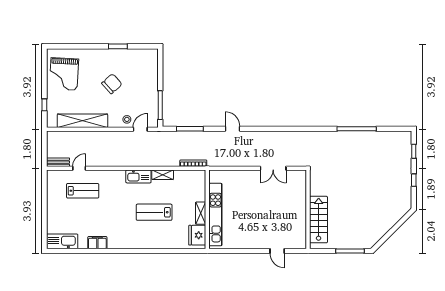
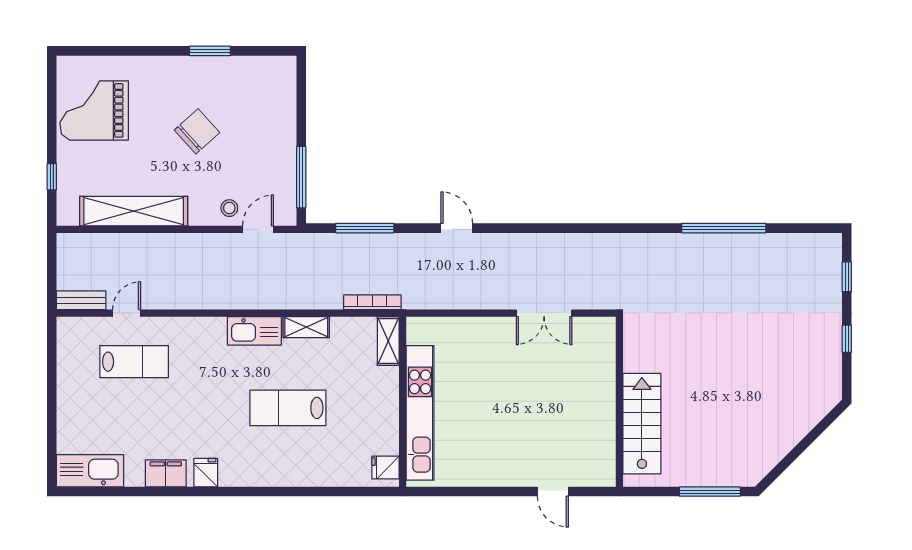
grand piano: (64, 74) -> (94, 110), turned 87
shelving: (201, 213) -> (388, 341), moved
fridge: (197, 235) -> (386, 468), width x0.53, depth x0.75
fridge: (116, 242) -> (206, 473), added

